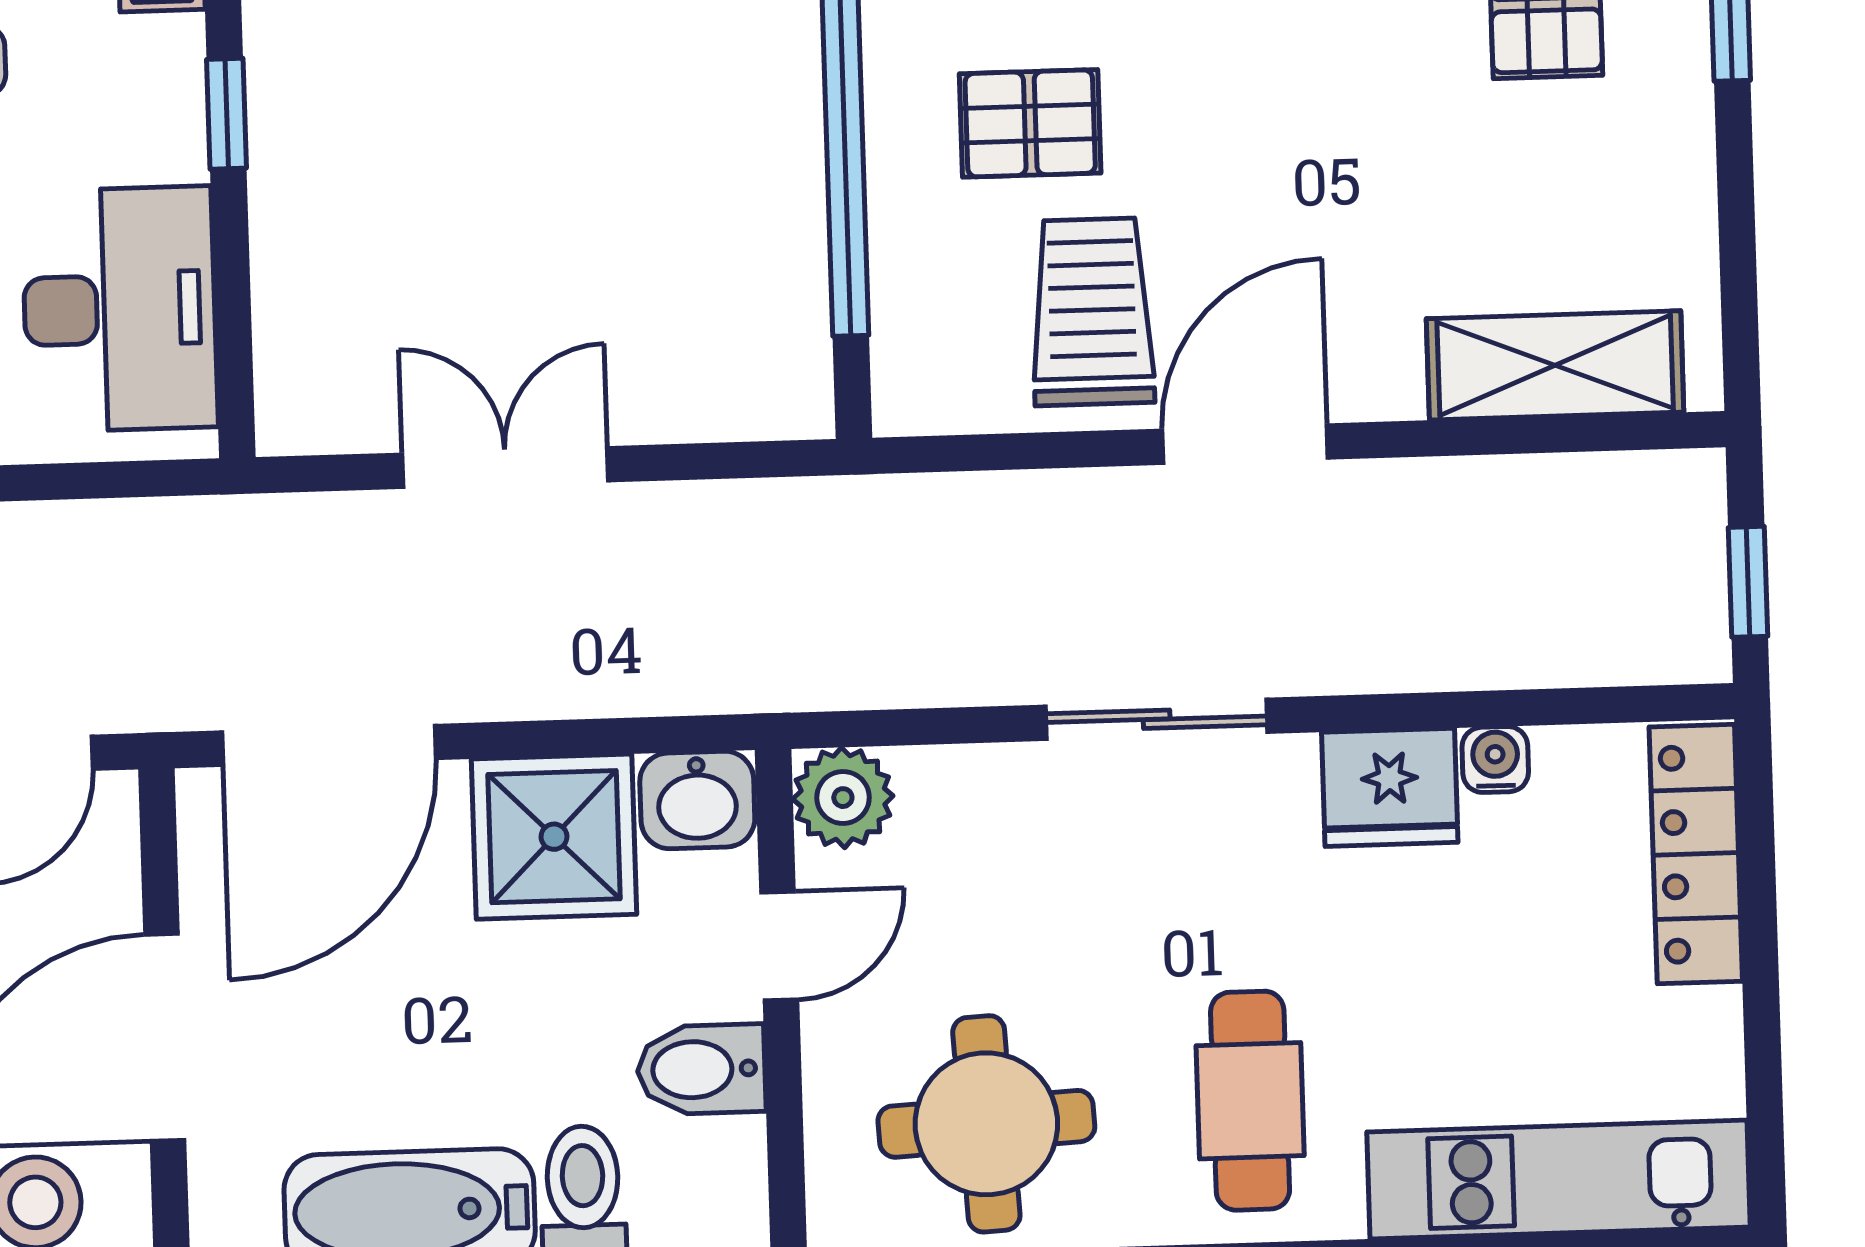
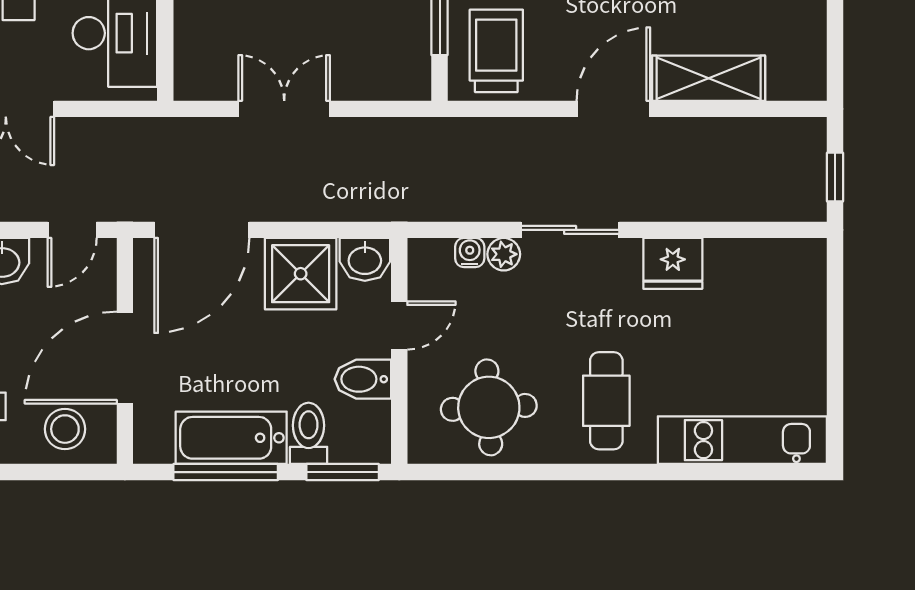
trolley: (1092, 312) -> (496, 51), moved
shelving: (1555, 365) -> (709, 78), moved
water cooler: (1495, 759) -> (470, 253), moved
plant: (843, 798) -> (504, 254), moved, width x0.73, depth x0.73
locker: (1696, 854) -> (808, 297), removed

